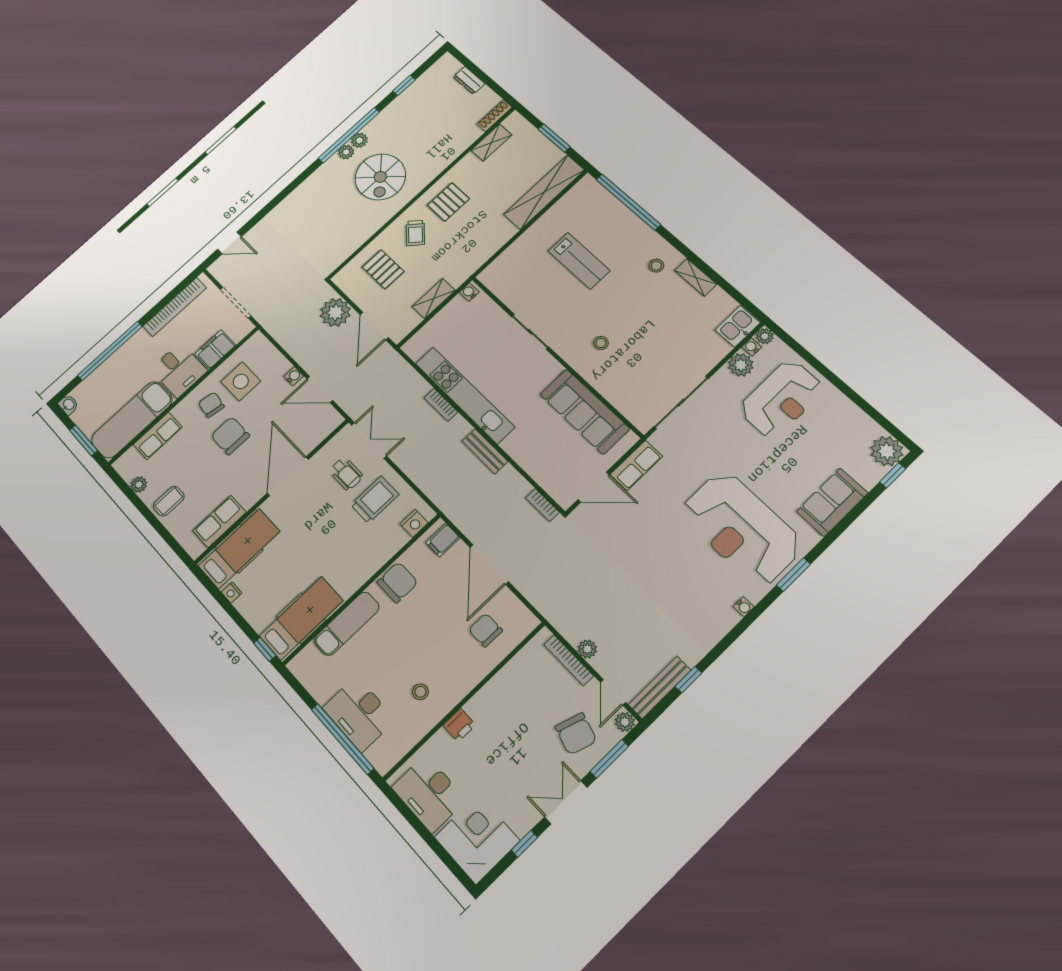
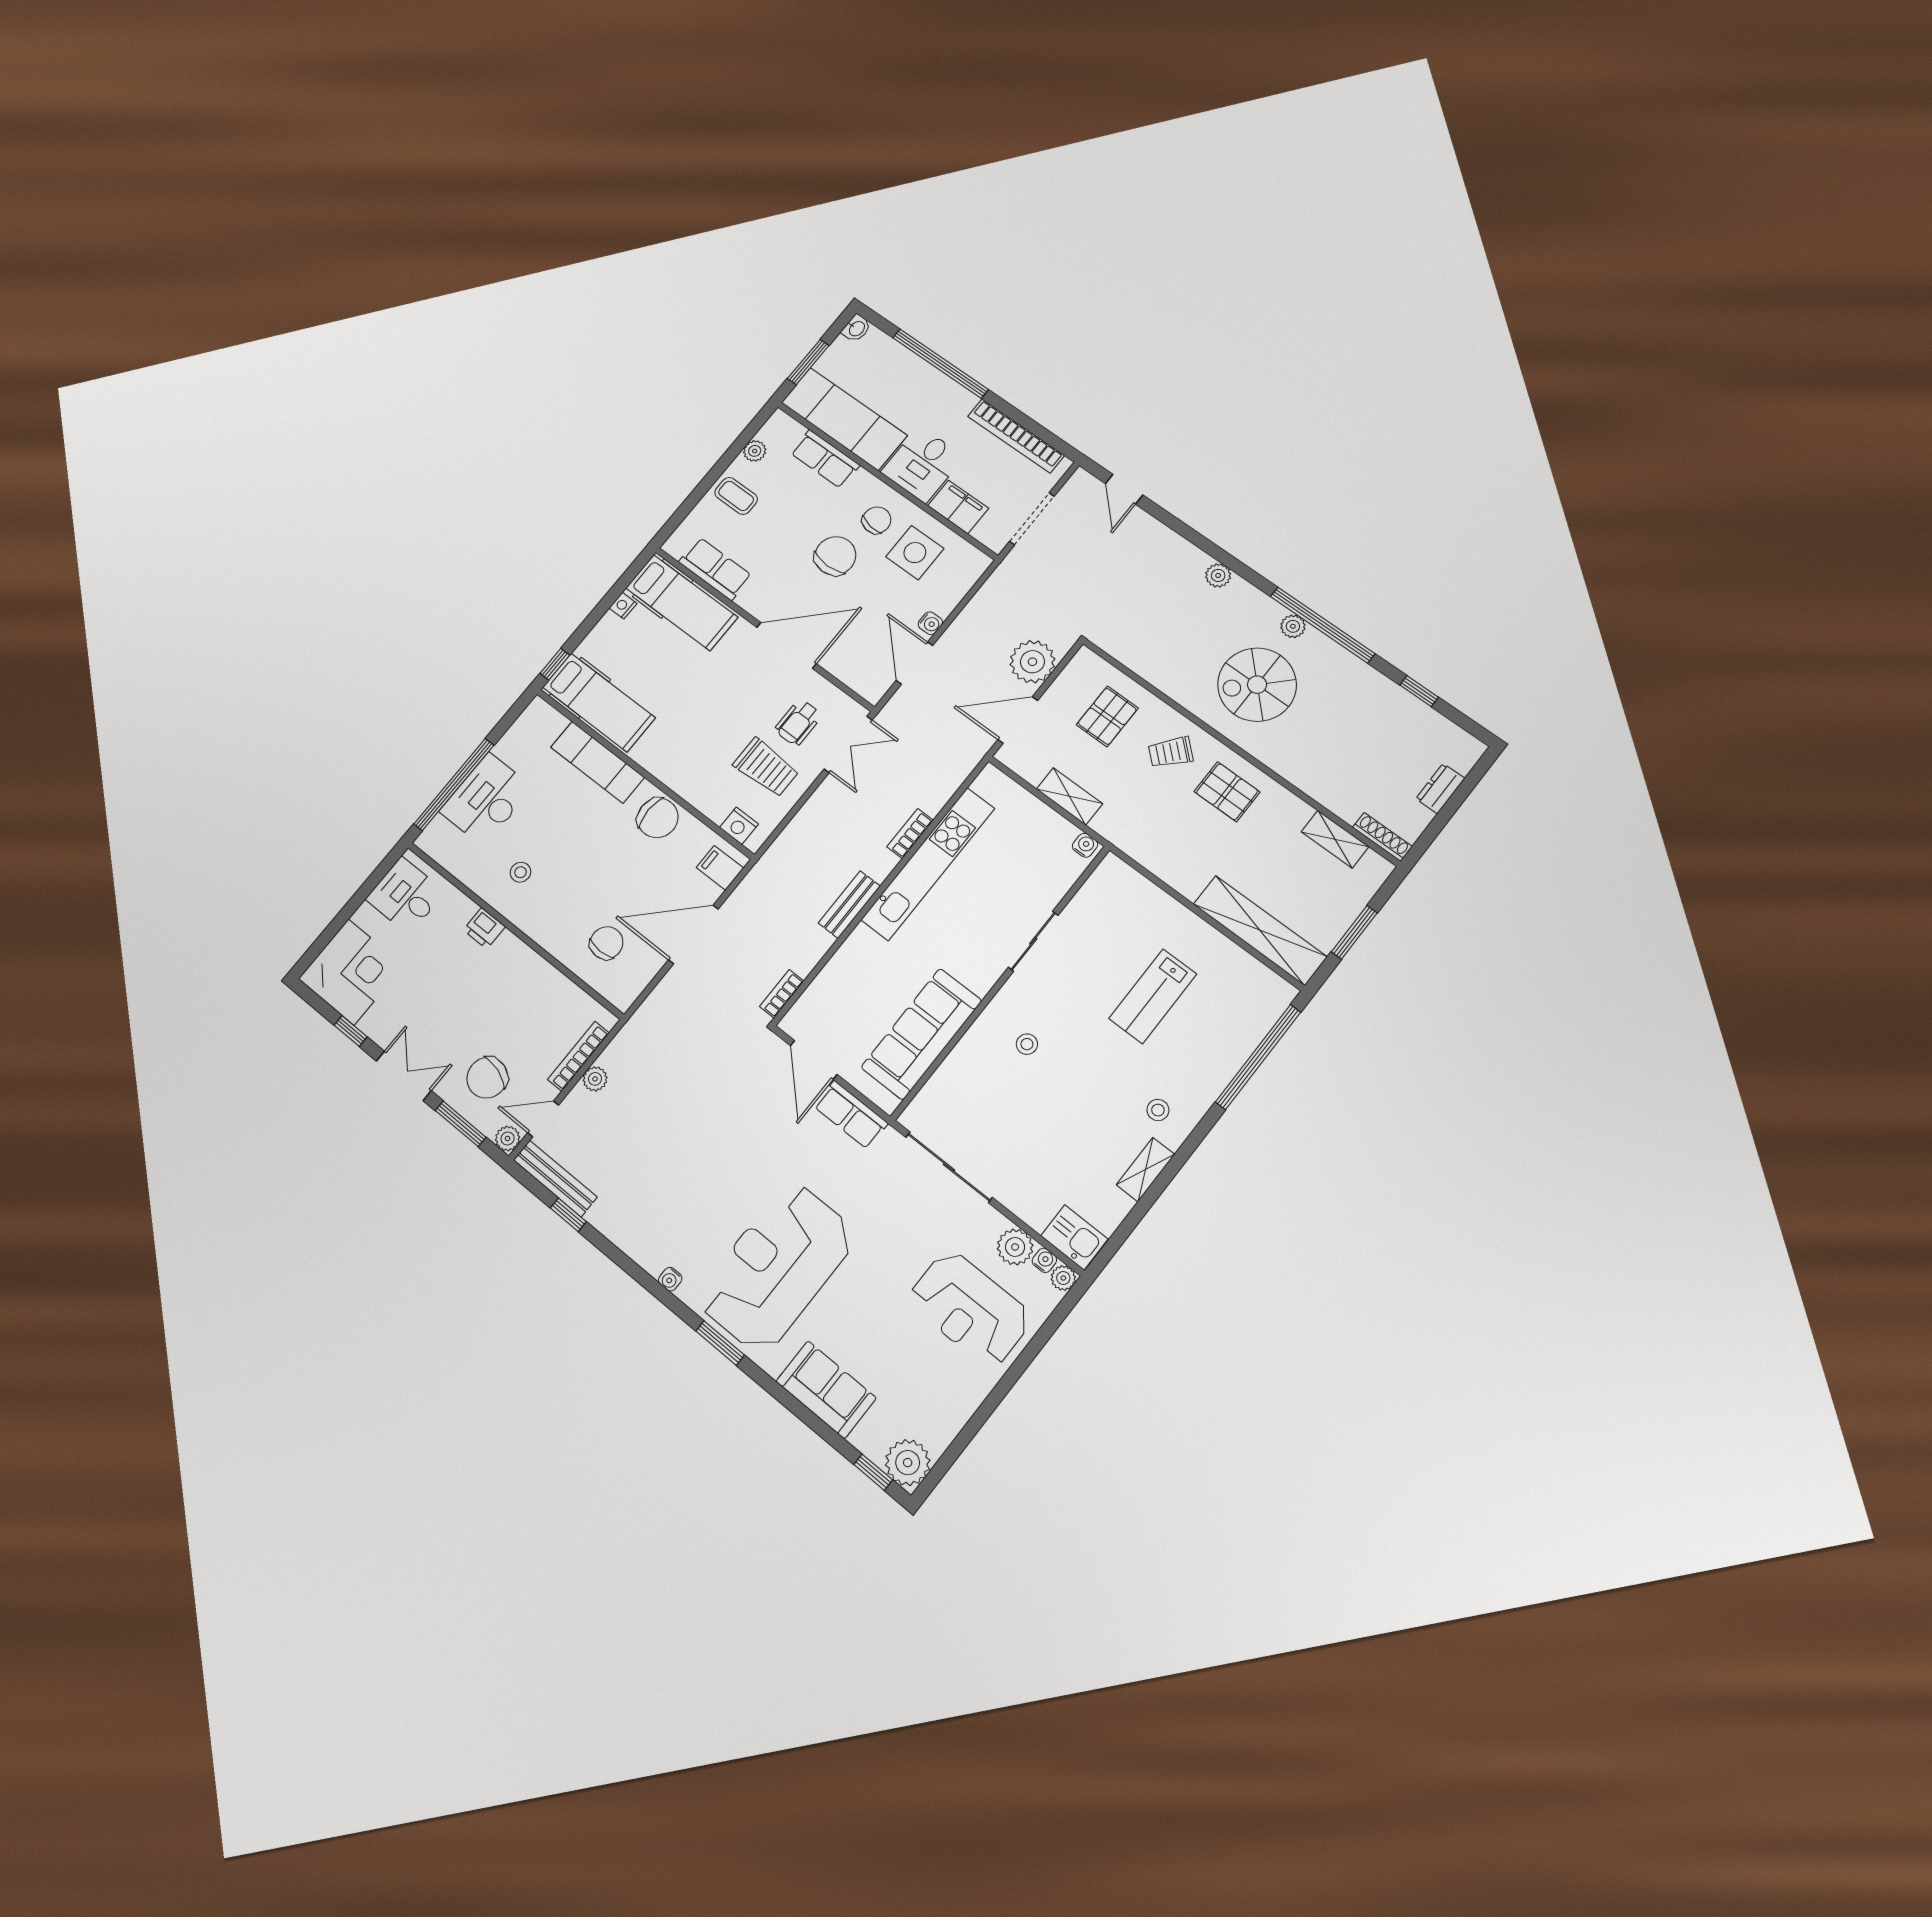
plant: (359, 140) -> (1218, 575), moved
desk: (429, 794) -> (405, 896), width x0.73

